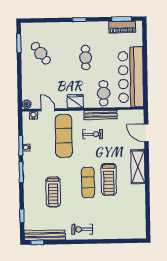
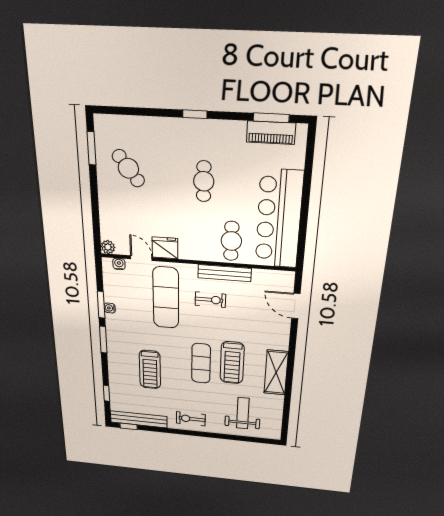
fridge: (75, 101) -> (165, 248), moved
shelving: (138, 167) -> (276, 373), moved
weight bench: (118, 219) -> (243, 413), added

